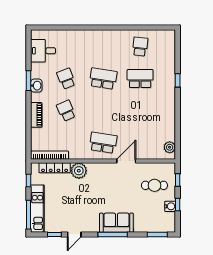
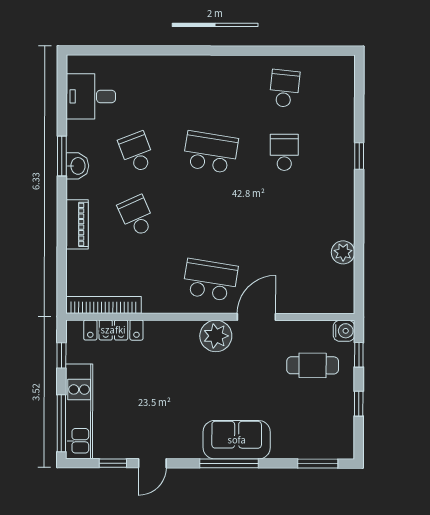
school desk: (140, 79) -> (284, 152), width x0.54
plant: (170, 147) -> (343, 252), moved
plant: (79, 171) -> (216, 336), moved
water cooler: (170, 206) -> (344, 331), moved

